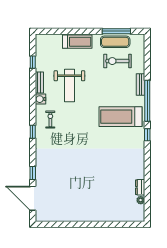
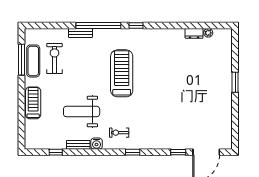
exercise bike: (117, 61) -> (54, 58), turned 180
weight bench: (69, 86) -> (82, 112), turned 180
treadmill: (120, 117) -> (122, 73), moved, turned 180
window: (96, 224) -> (235, 82), added

